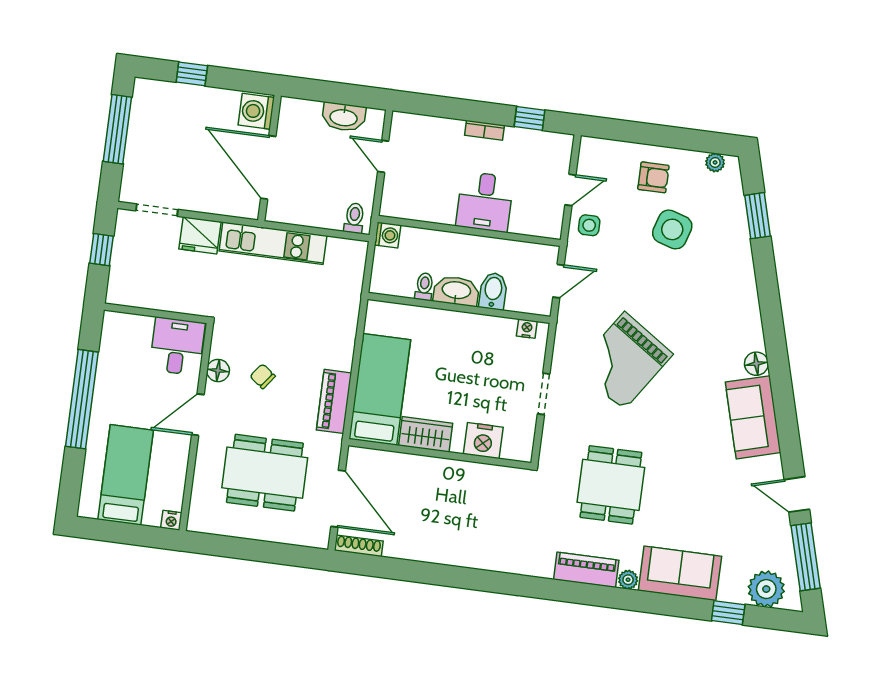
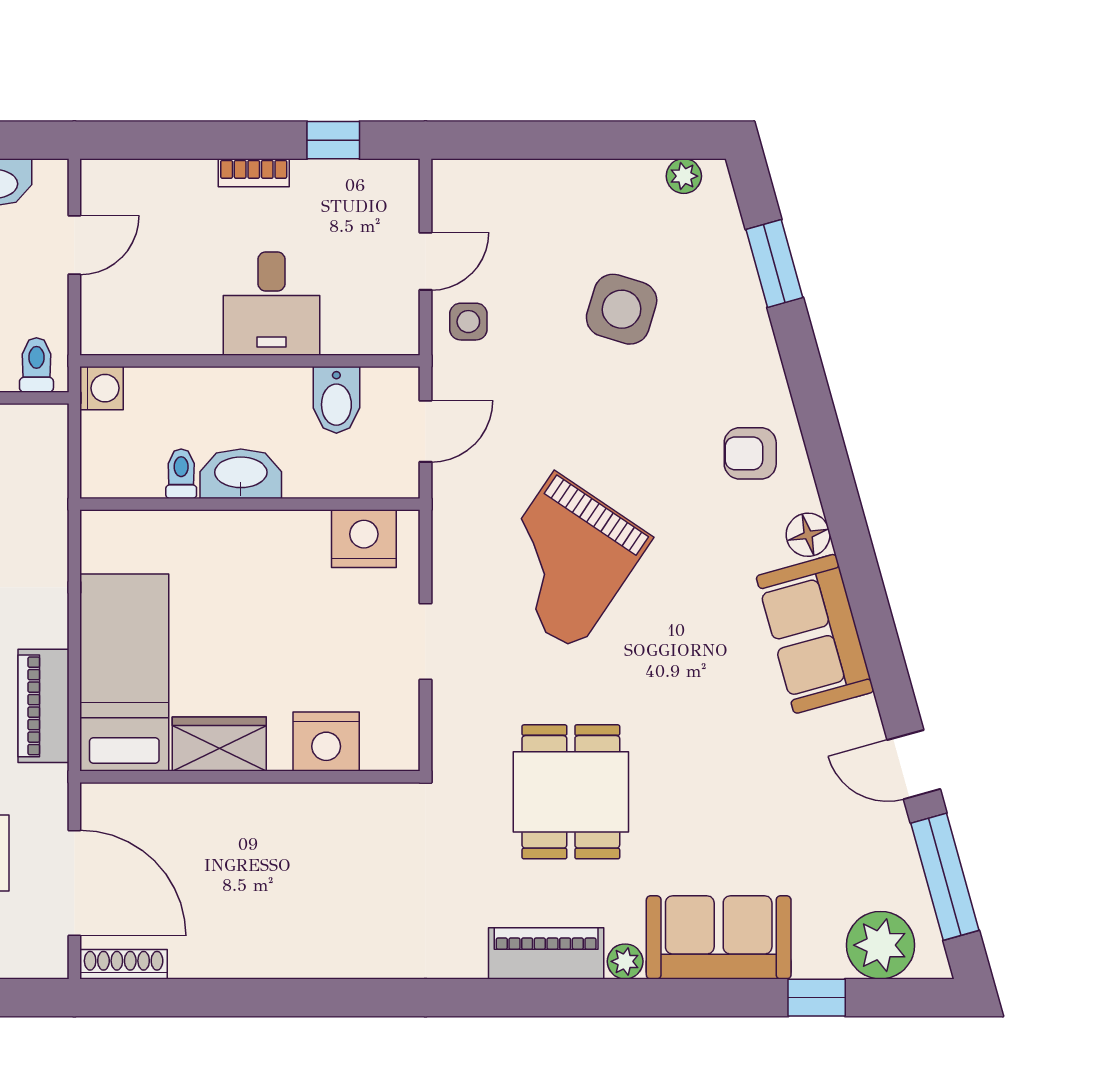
door: (383, 156) -> (74, 245), swing flipped
armchair: (653, 177) -> (750, 453), moved, turned 180
bidet: (493, 291) -> (336, 400), moved, turned 180
nightstand: (527, 329) -> (364, 539), width x1.89, depth x1.79

